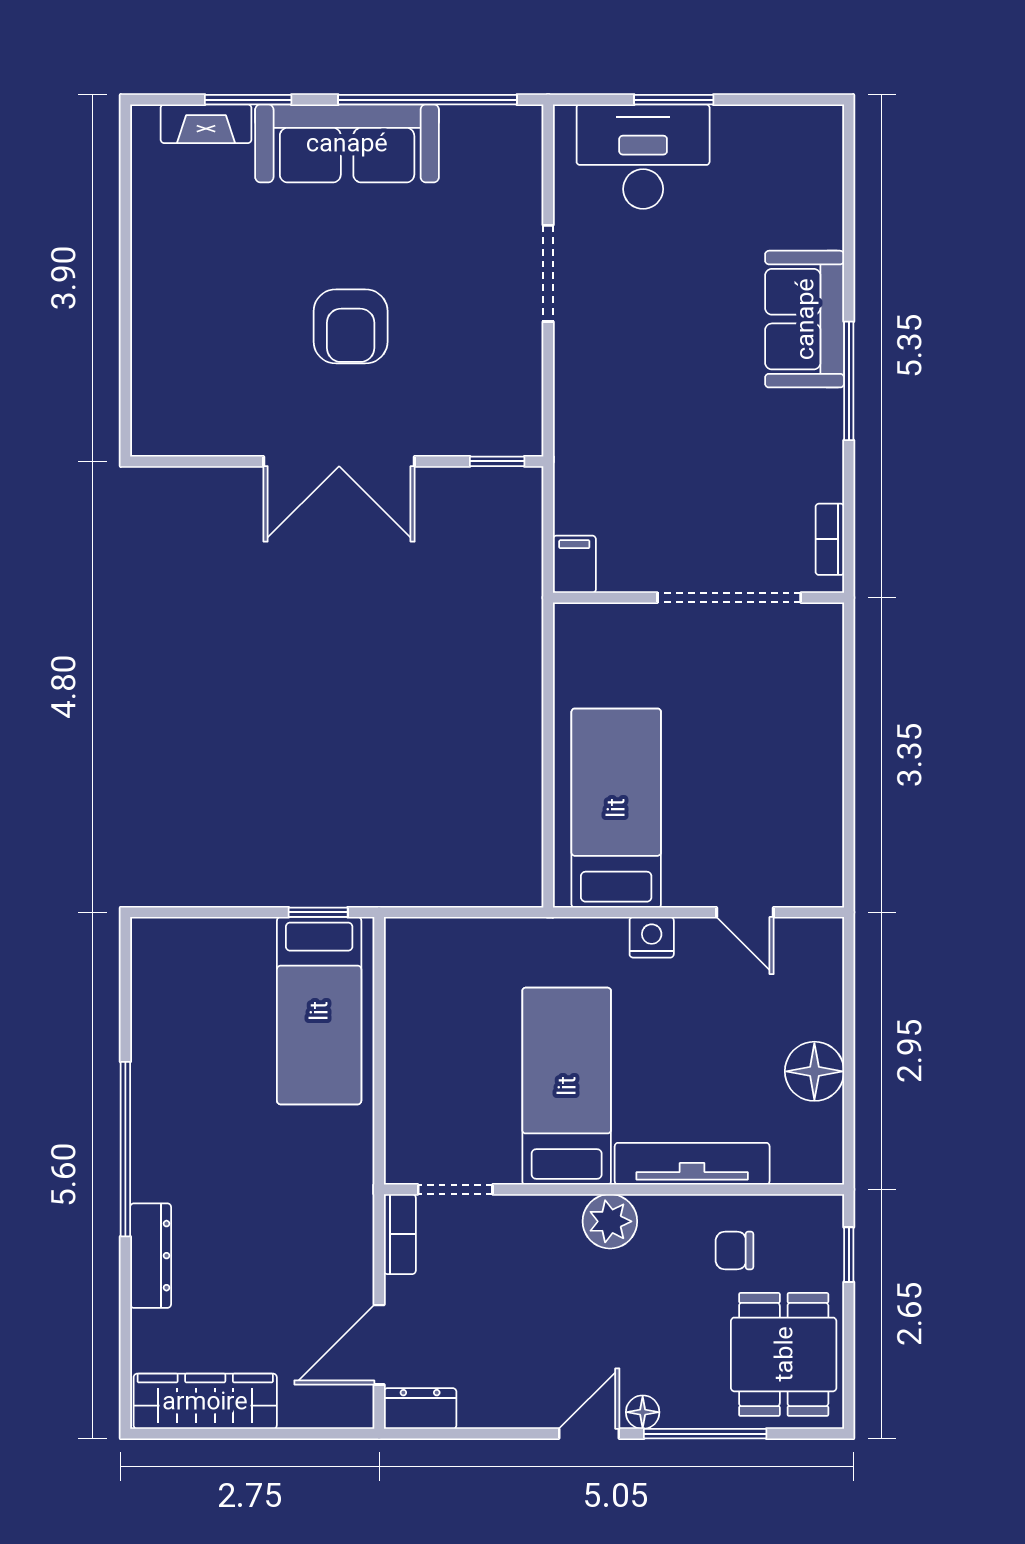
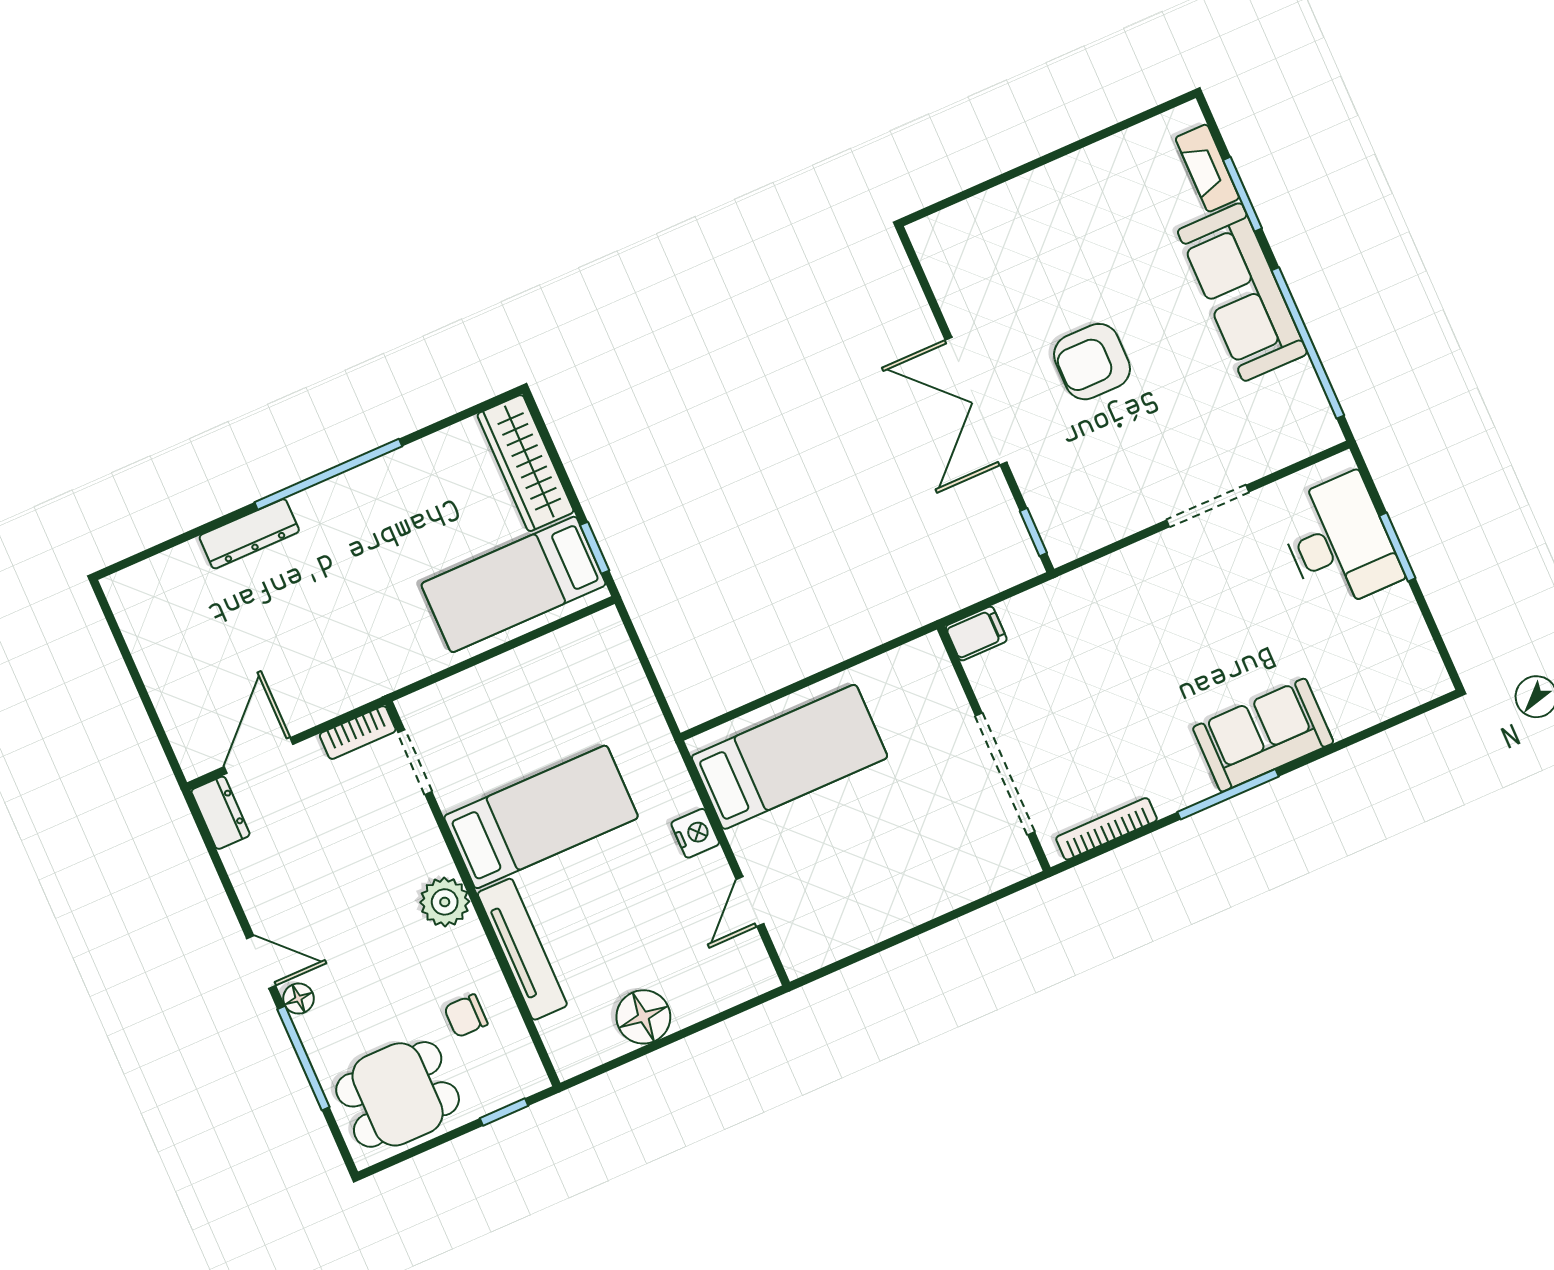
bookcase: (830, 539) -> (1107, 829), width x1.56
chair: (734, 1251) -> (466, 1016), turned -90
door: (379, 1345) -> (259, 756), hinge flipped
wardrobe: (205, 1401) -> (525, 463), moved, turned 180

